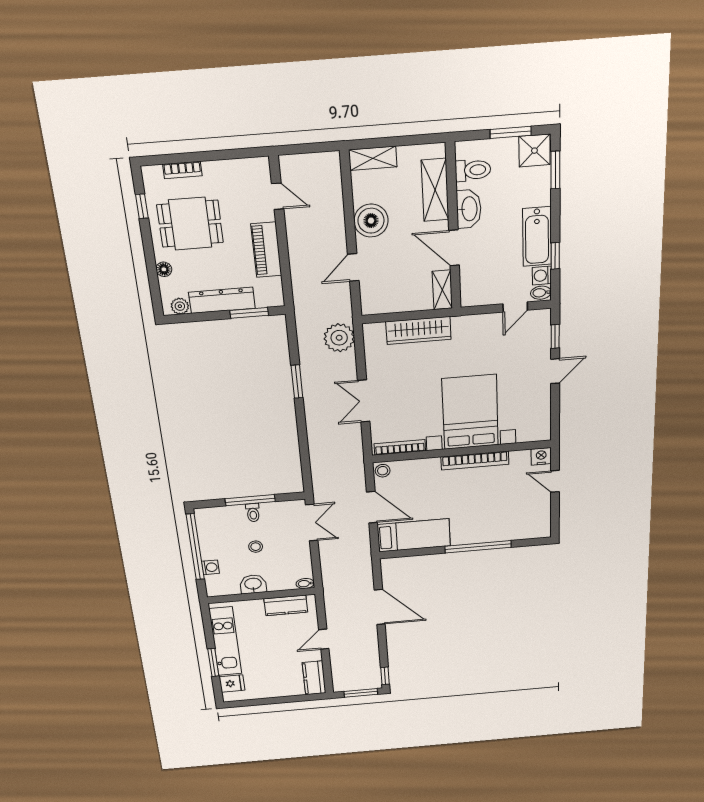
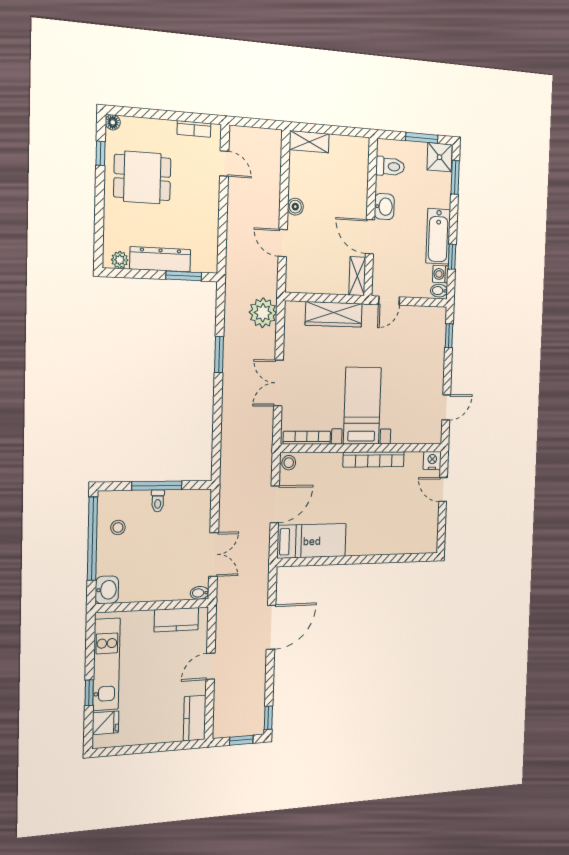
bookcase: (182, 170) -> (194, 129), moved
shelving: (435, 190) -> (358, 179), removed
washbasin: (469, 209) -> (384, 207), width x0.72
boiler: (371, 221) -> (295, 207), width x0.54, depth x0.54
piano: (266, 250) -> (208, 214), removed
door: (353, 267) -> (283, 243), hinge flipped
floor lamp: (164, 269) -> (113, 122), moved
door: (515, 307) -> (389, 301), moved
door: (555, 371) -> (446, 407), moved
bed with nightstands: (470, 412) -> (362, 406), width x0.73
door: (372, 507) -> (275, 504), hinge flipped
double door: (312, 523) -> (214, 554), moved
stool: (256, 547) -> (118, 527), moved
window: (478, 547) -> (371, 559), removed
washing machine: (210, 567) -> (104, 566), removed
washbasin: (253, 584) -> (107, 590), moved, turned 90
door: (380, 607) -> (271, 627), hinge flipped
window: (213, 663) -> (89, 693), width x0.67
window: (361, 693) -> (241, 740), width x0.67

